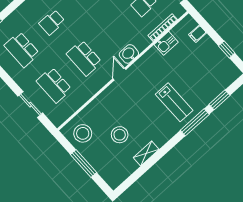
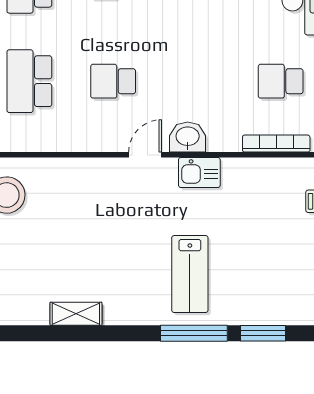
kitchen sink: (166, 43) -> (199, 172), moved
school desk: (84, 58) -> (113, 81), width x0.54
stool: (120, 135) -> (61, 248), removed

